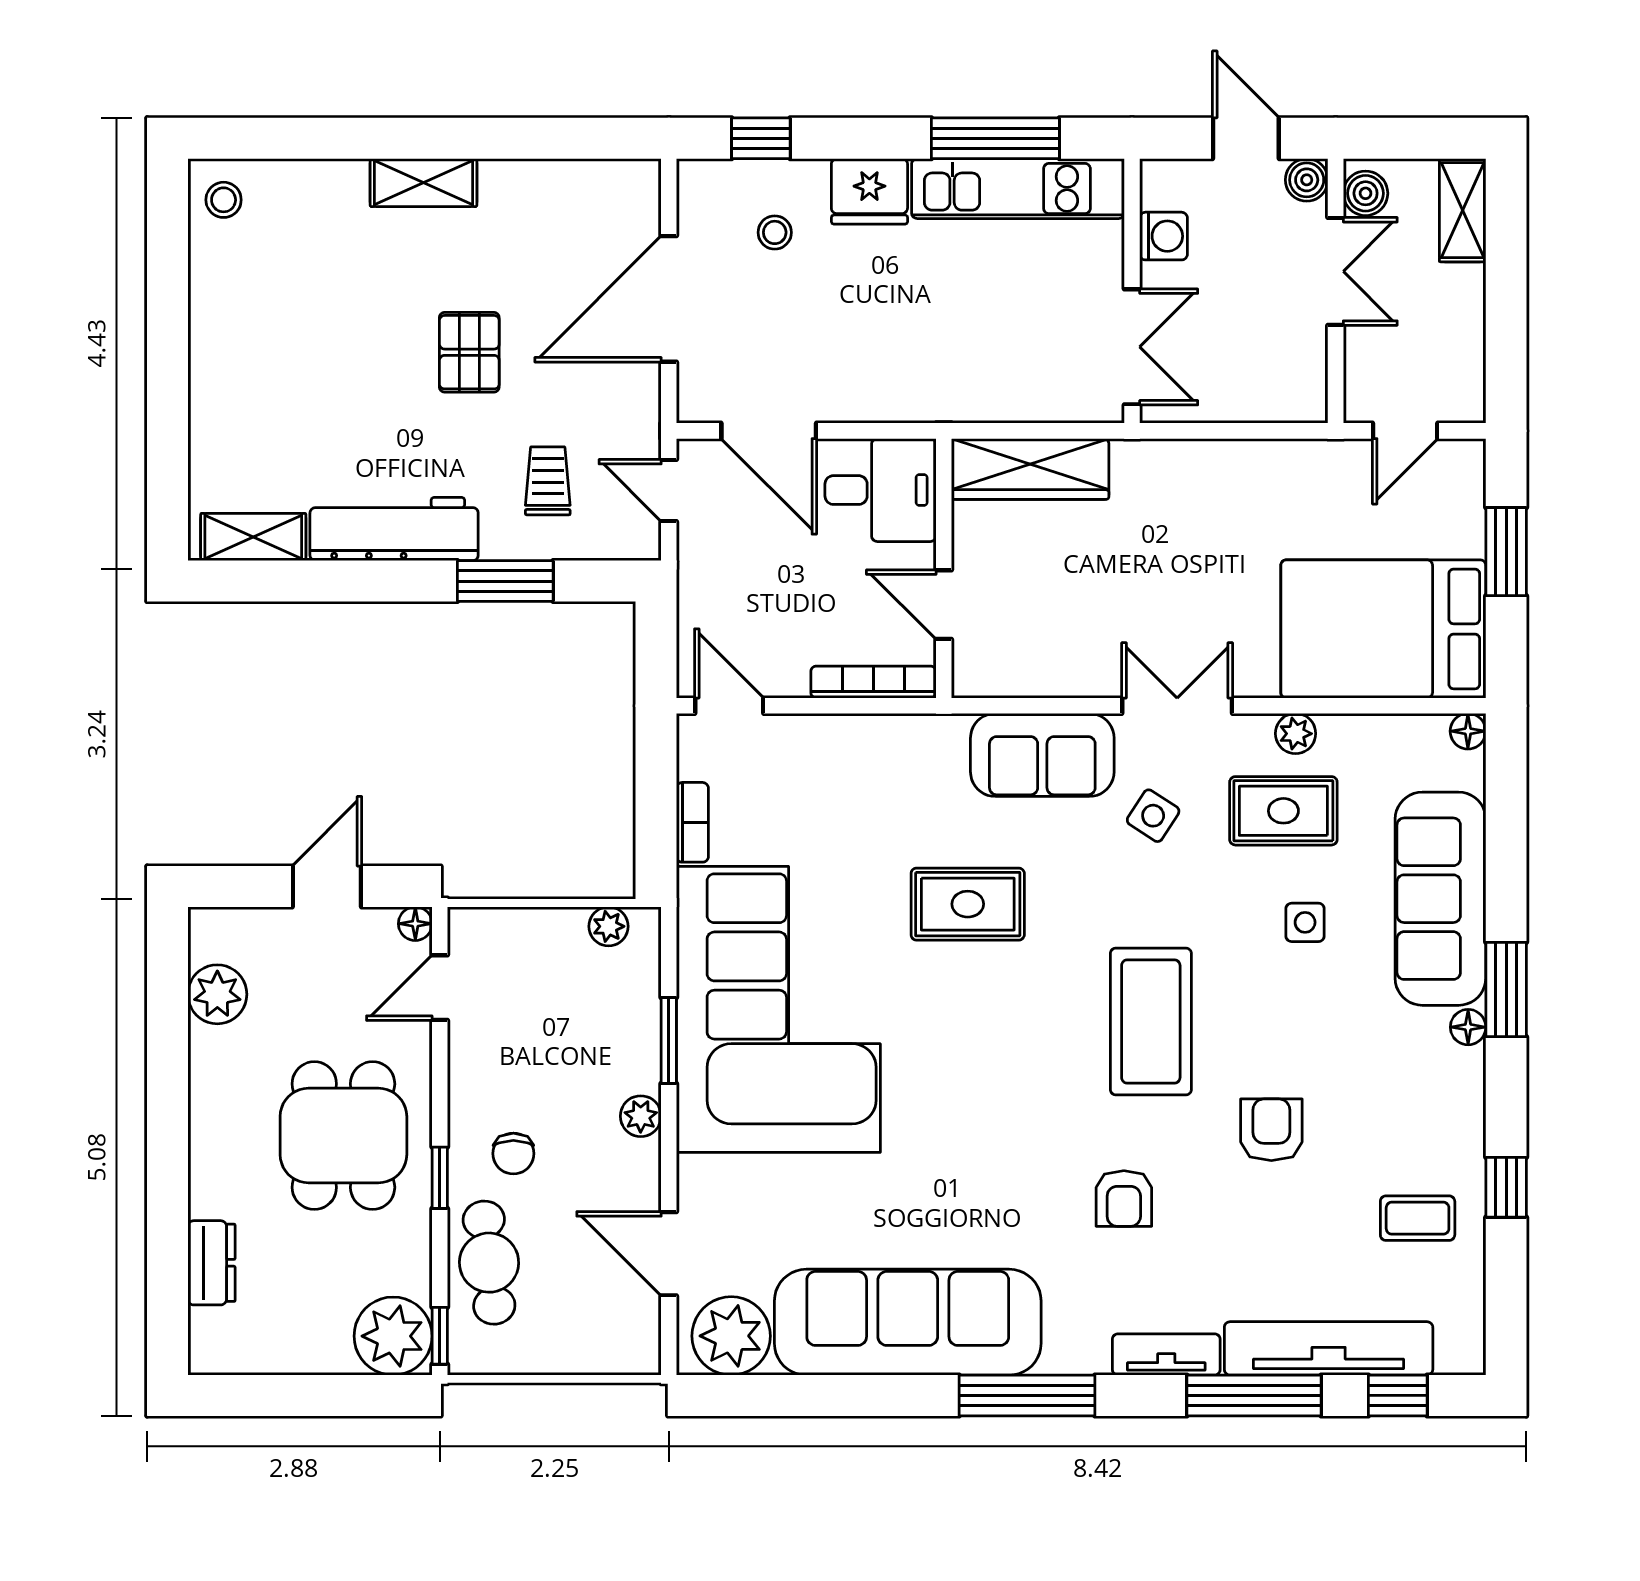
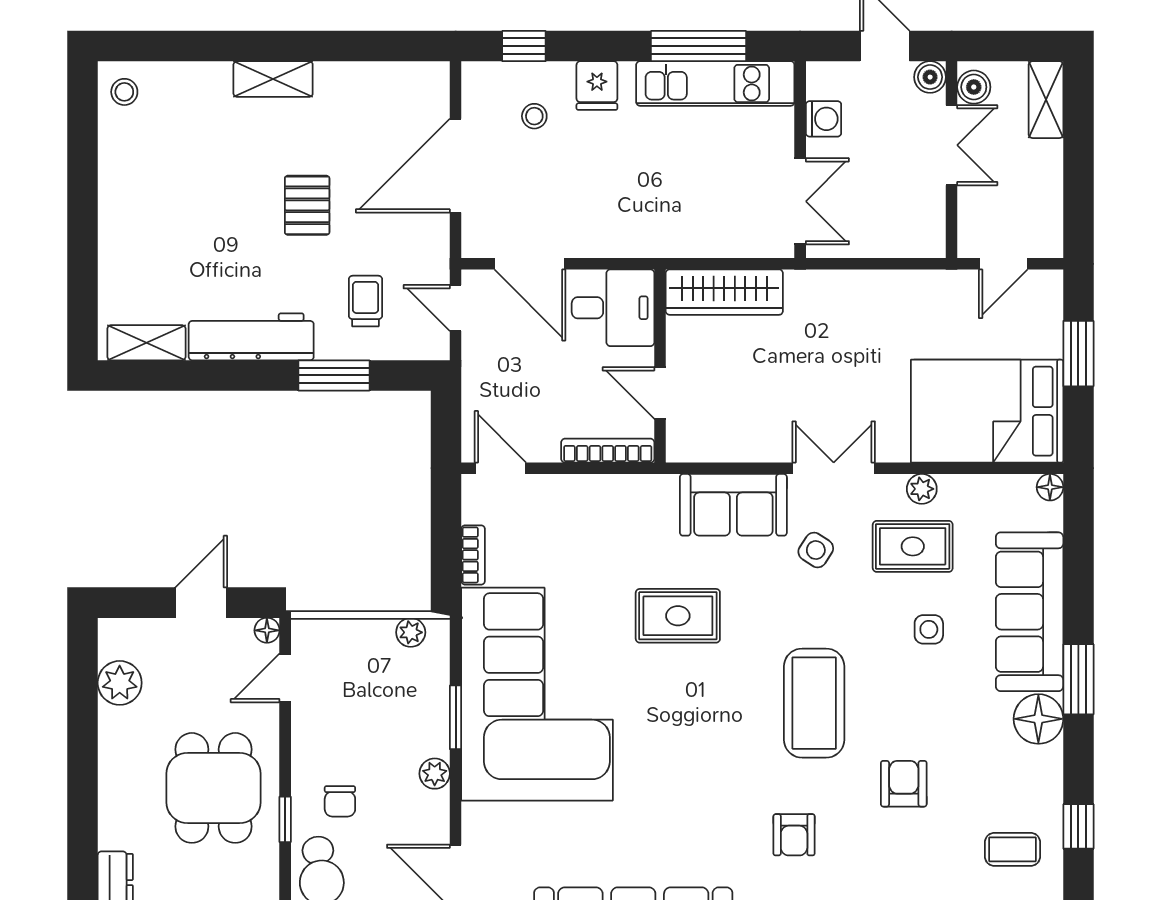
fridge: (869, 191) -> (597, 86), width x0.72
floor lamp: (1468, 1027) -> (1038, 719), width x1.89, depth x1.89

